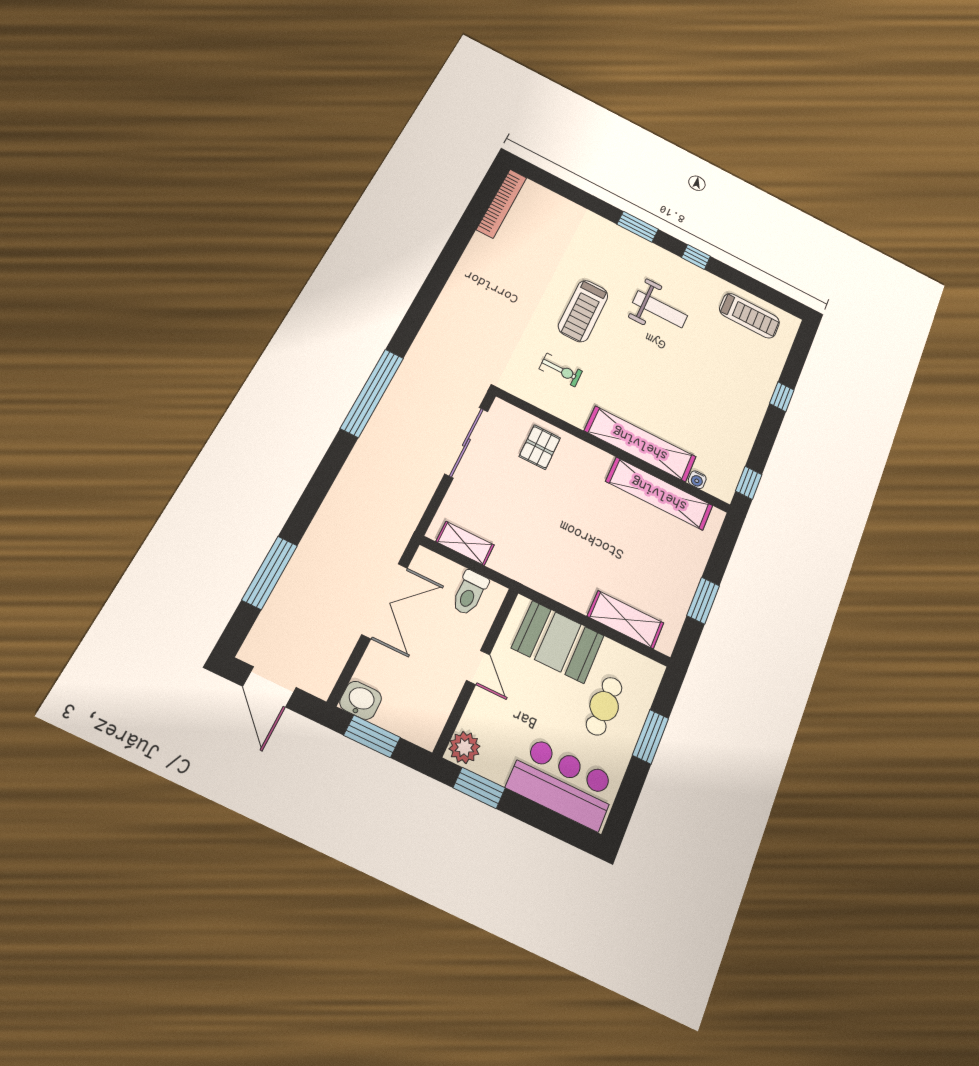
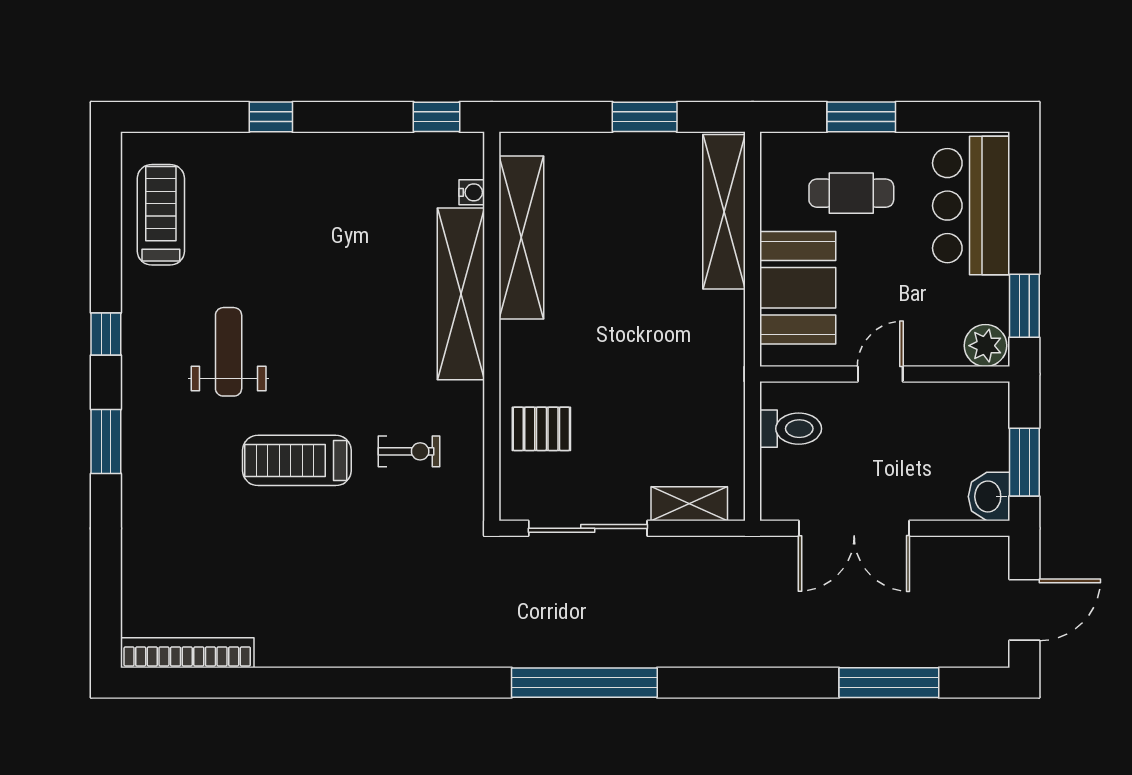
treadmill: (583, 311) -> (297, 460), turned 180
exercise bike: (561, 370) -> (409, 451), turned 90
shelving: (465, 543) -> (689, 504), moved, turned 90
double door: (385, 601) -> (854, 528), swing flipped
shelving: (626, 620) -> (724, 212), width x1.47

